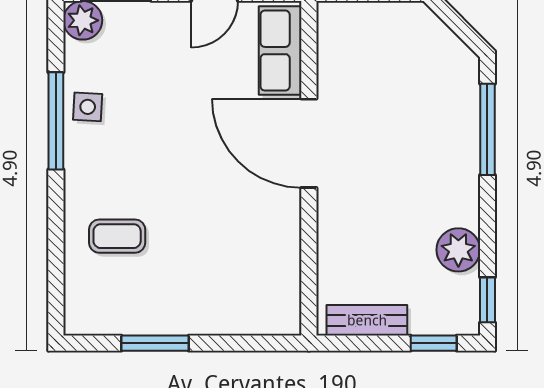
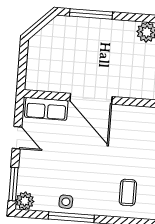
door: (309, 143) -> (91, 99), hinge flipped

